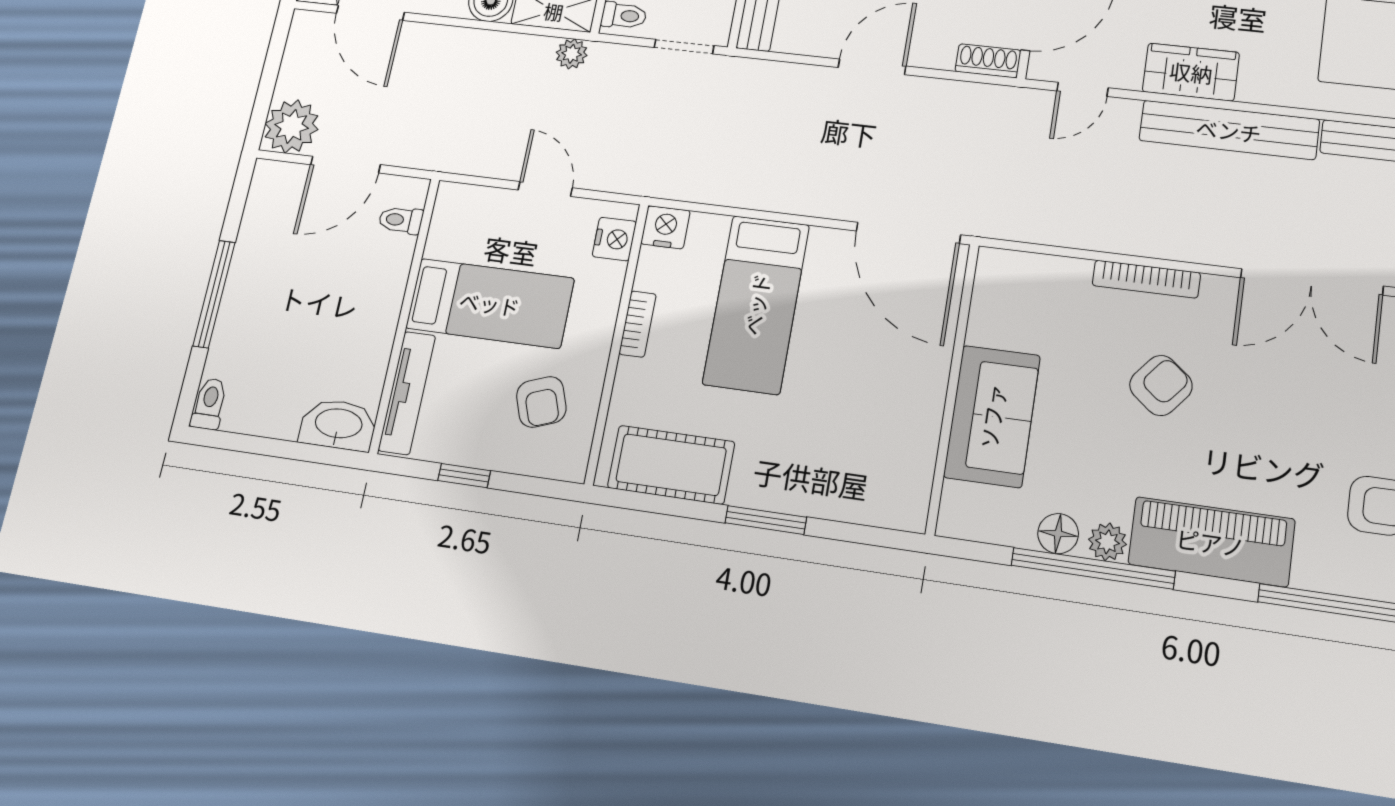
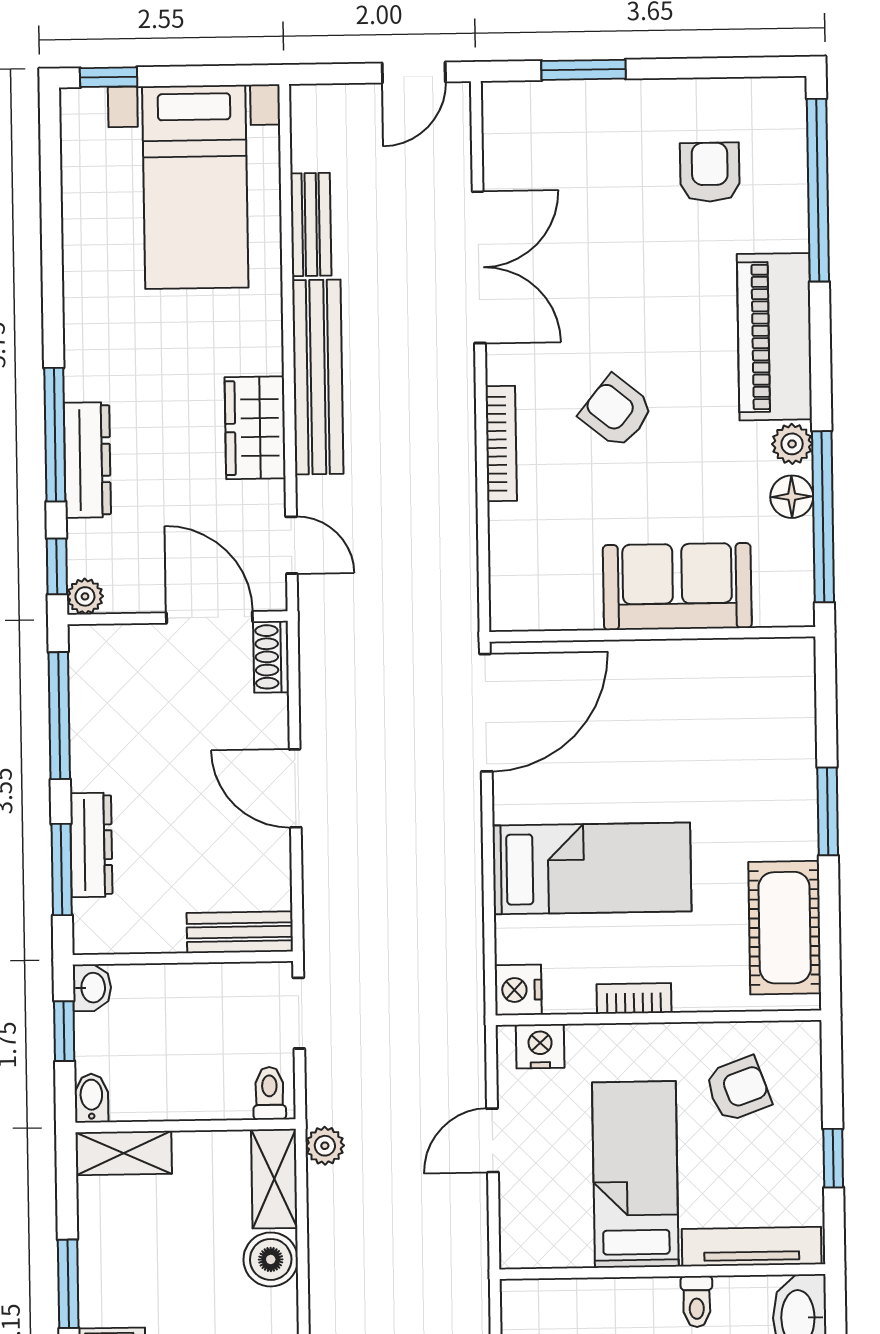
toilet: (401, 220) -> (697, 1302), moved
window: (1093, 568) -> (823, 517), moved

